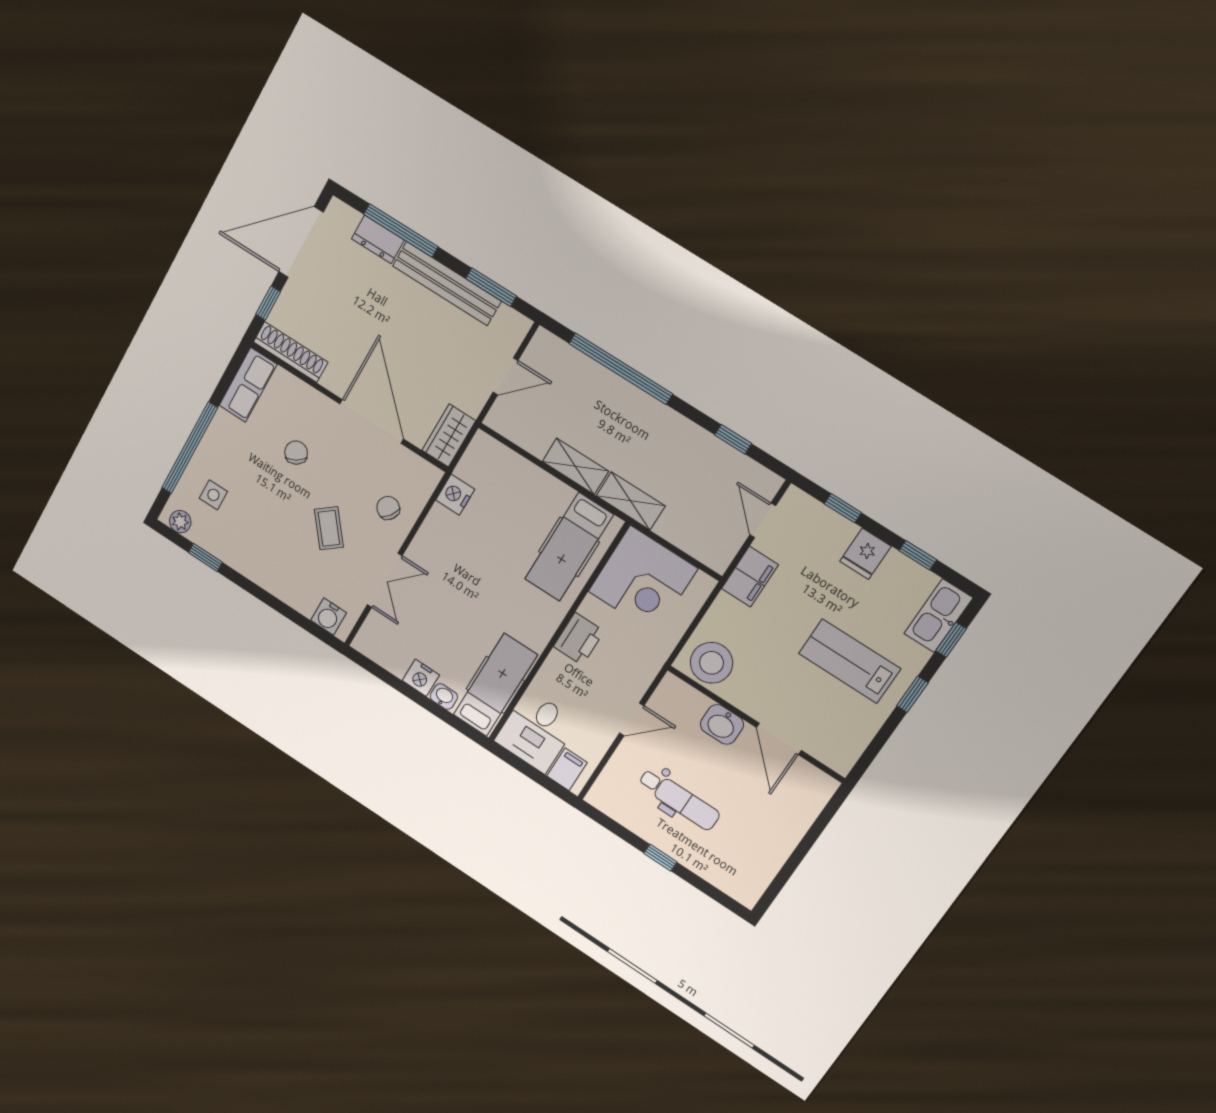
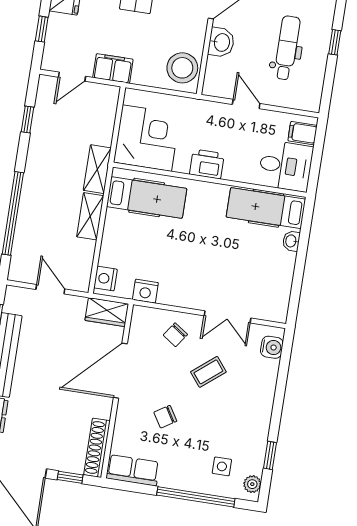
double door: (385, 580) -> (227, 317), swing flipped
nightstand: (421, 678) -> (105, 279), moved, turned 180

